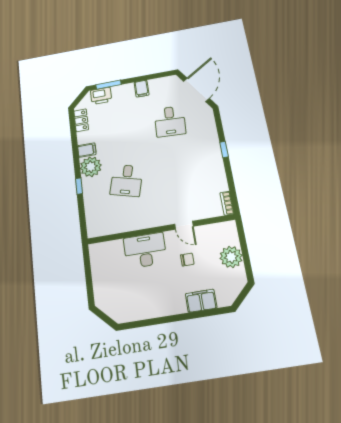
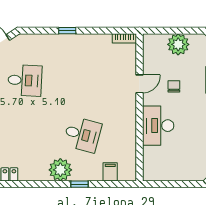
filing cabinet: (87, 150) -> (110, 172), moved

